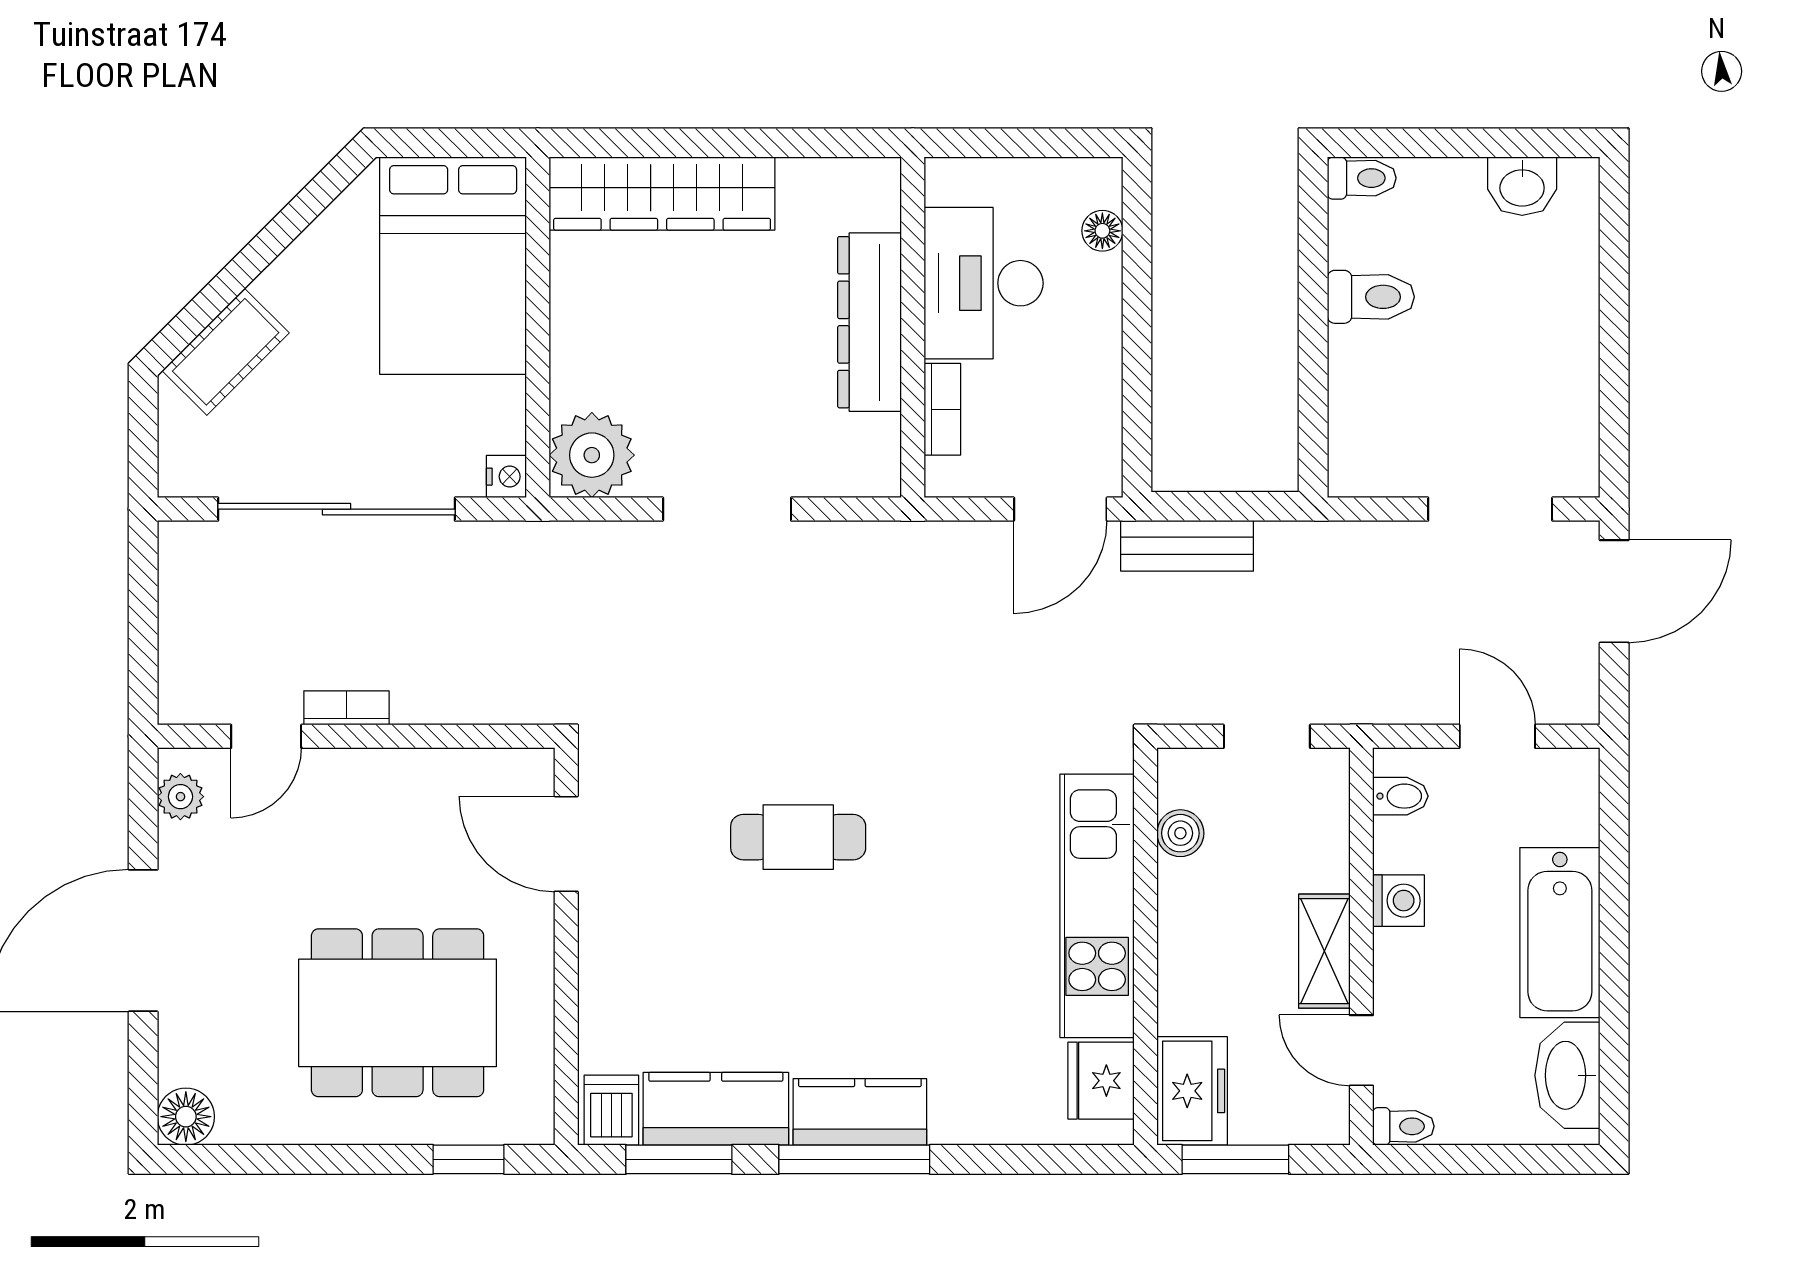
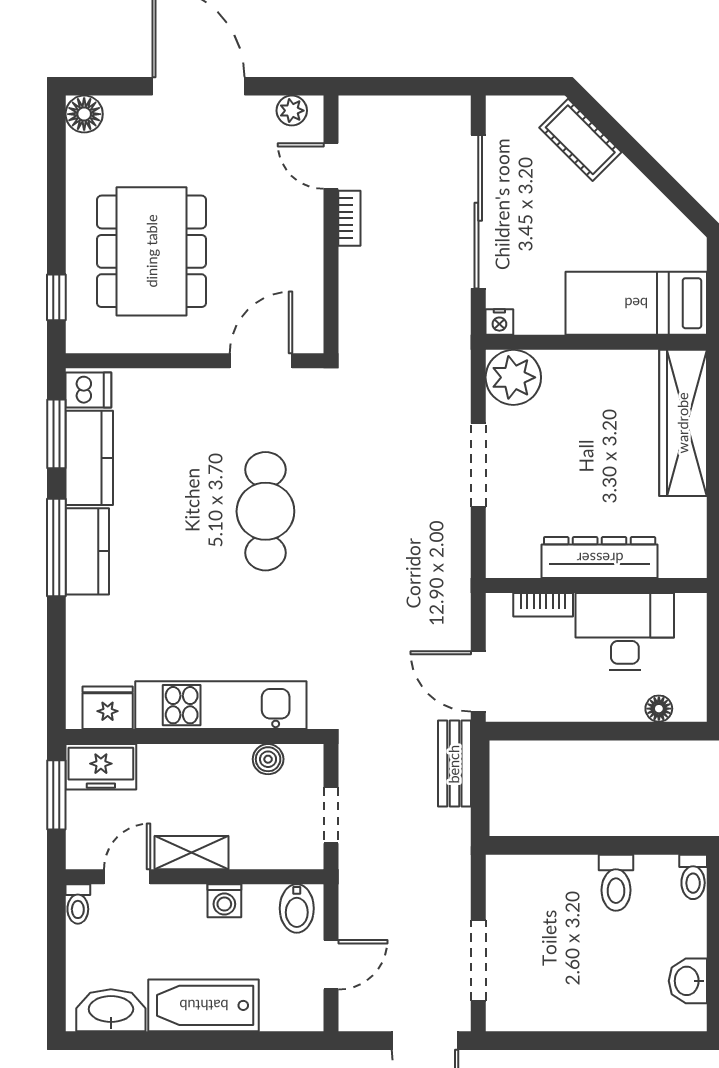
bed: (453, 266) -> (636, 303), width x0.67
bidet: (1400, 796) -> (297, 908), width x1.38, depth x1.36
cafe table: (798, 837) -> (265, 511), width x1.37, depth x1.35

